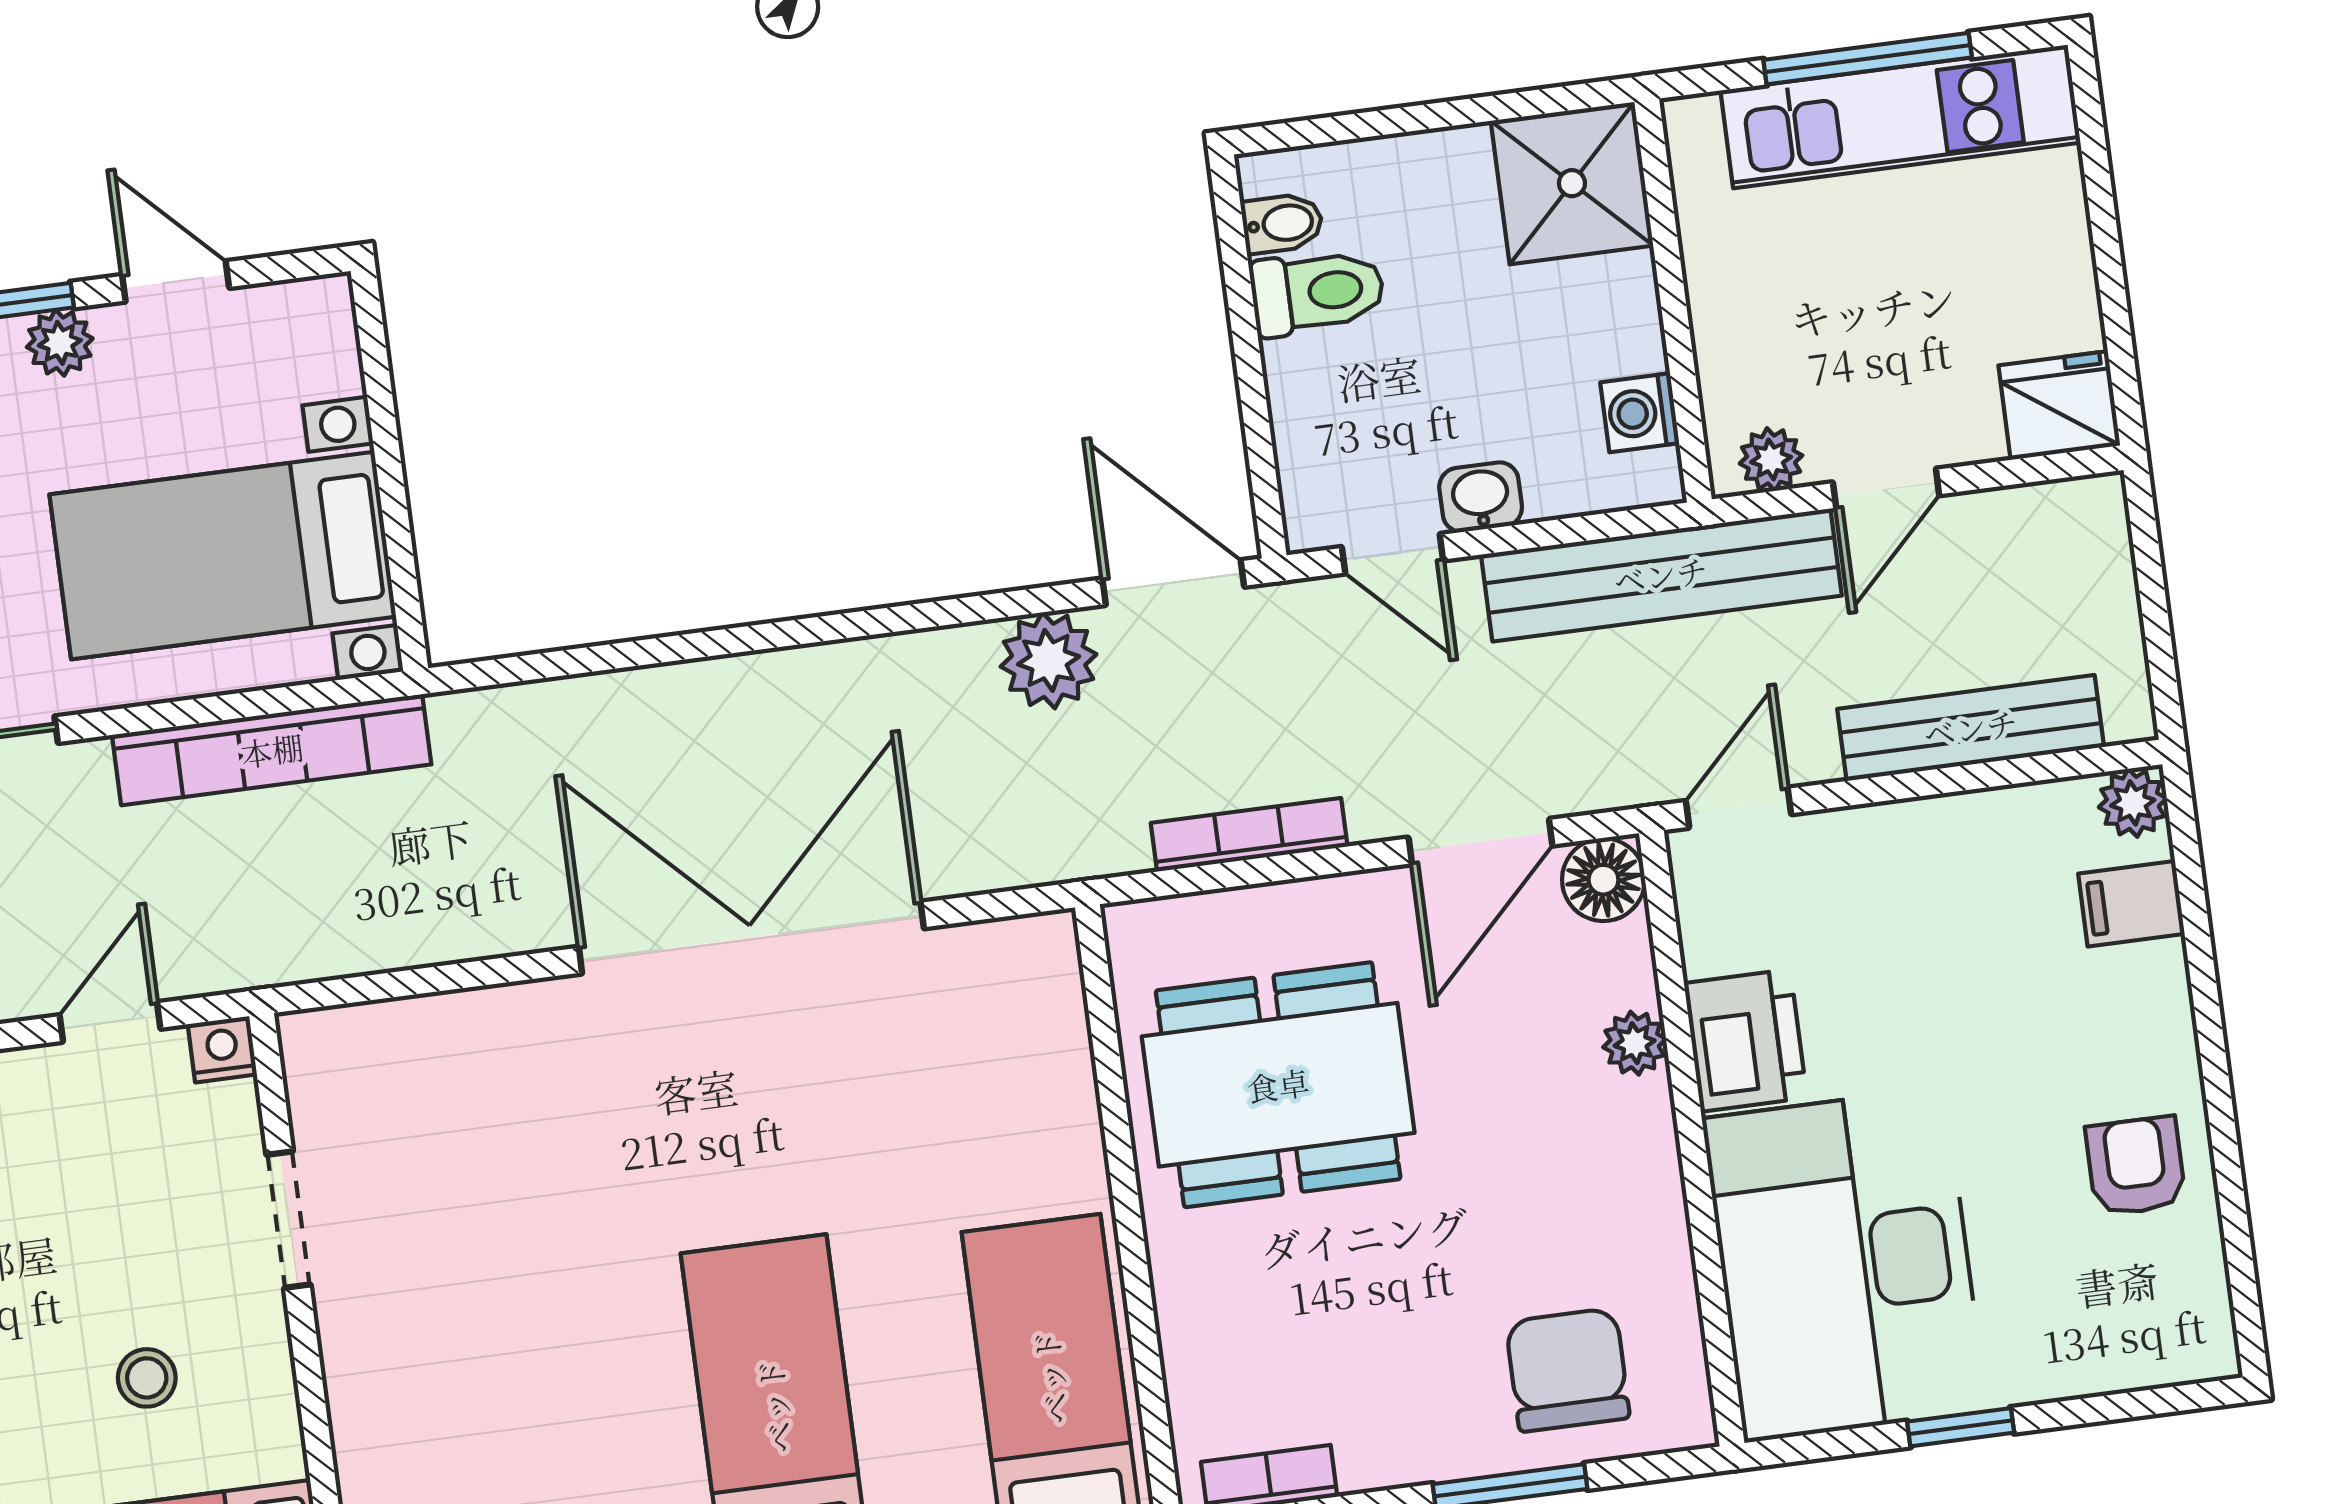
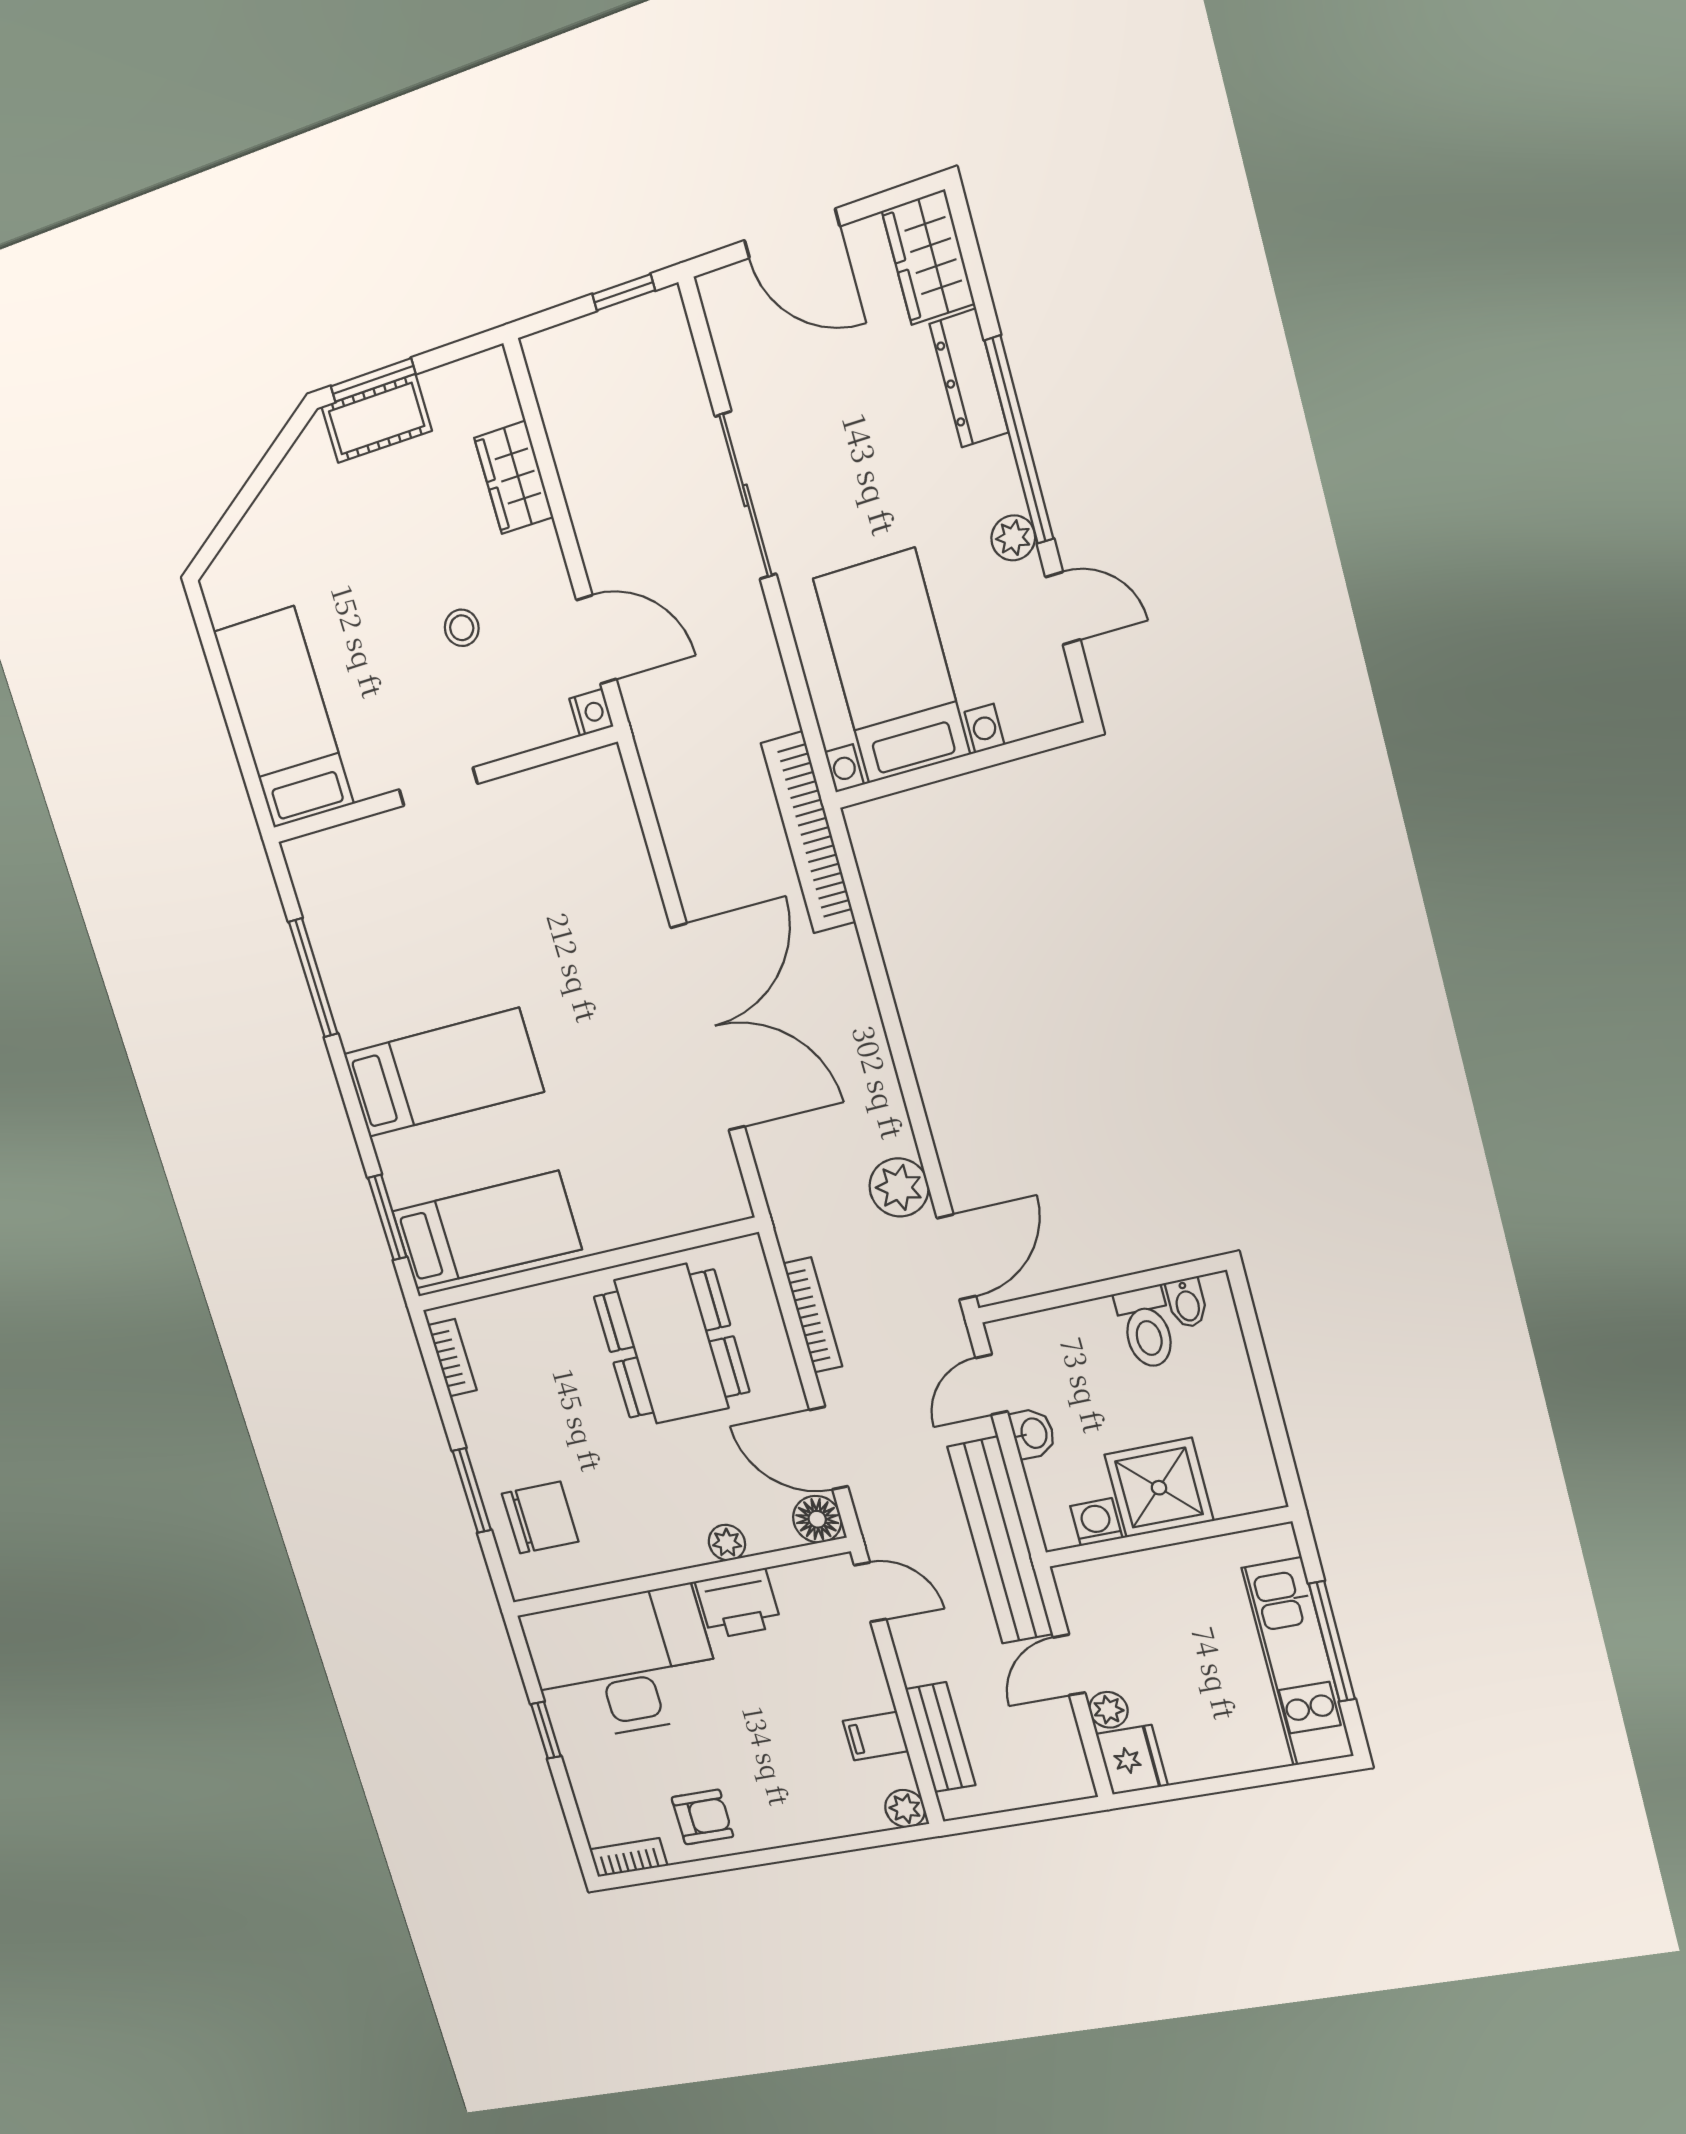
shower: (1572, 183) -> (1159, 1488), moved
door: (176, 281) -> (1063, 608), hinge flipped
plant: (1771, 459) -> (1108, 1710), moved
door: (1886, 489) -> (1069, 1665), hinge flipped
bench: (1971, 728) -> (940, 1737), width x0.73
bookcase: (272, 750) -> (808, 833), moved
filing cabinet: (2131, 904) -> (876, 1736), moved, turned -90
door: (110, 1022) -> (596, 640), width x1.37
doorway: (288, 1220) -> (438, 787), moved
bookcase: (2208, 1314) -> (628, 1857), added
stool: (147, 1378) -> (462, 628), moved

